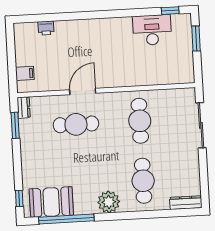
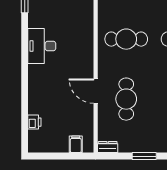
desk: (152, 30) -> (42, 46), moved
window: (15, 125) -> (144, 156), moved

